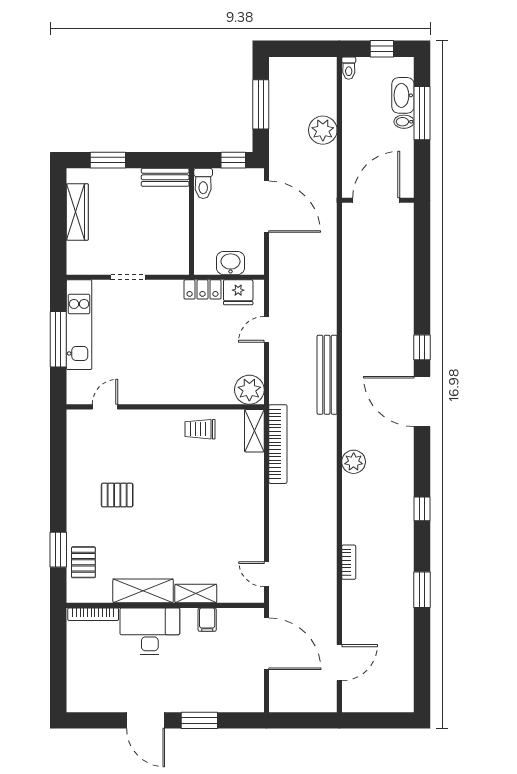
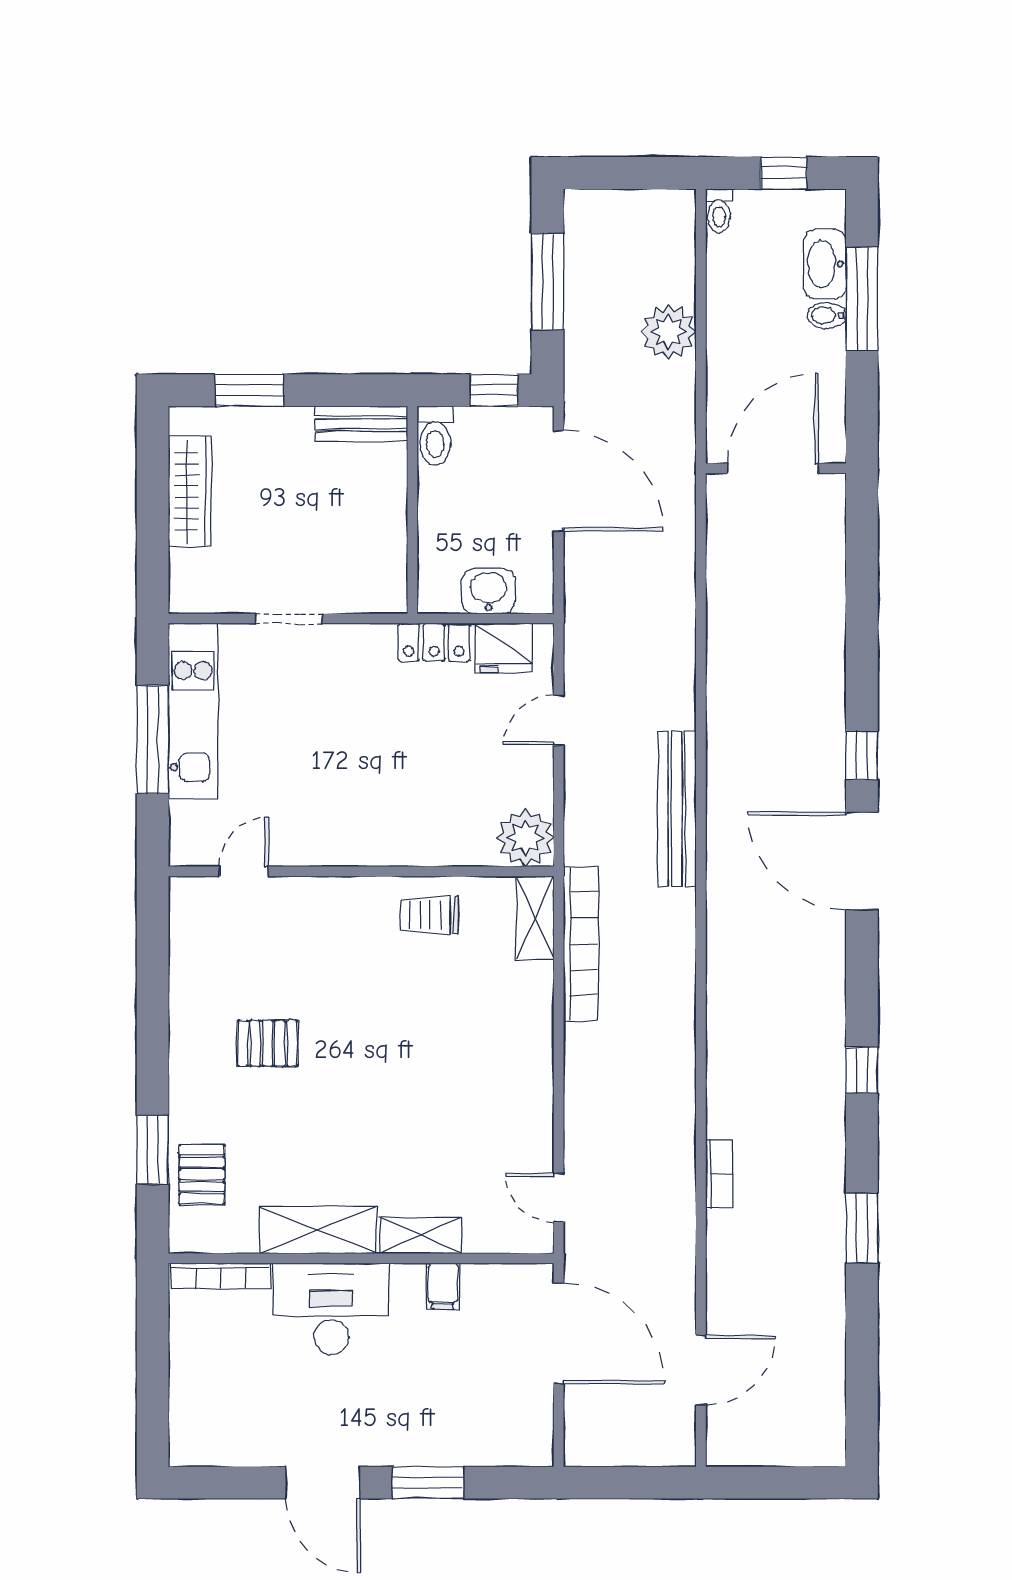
plant: (354, 462) -> (728, 978), removed

